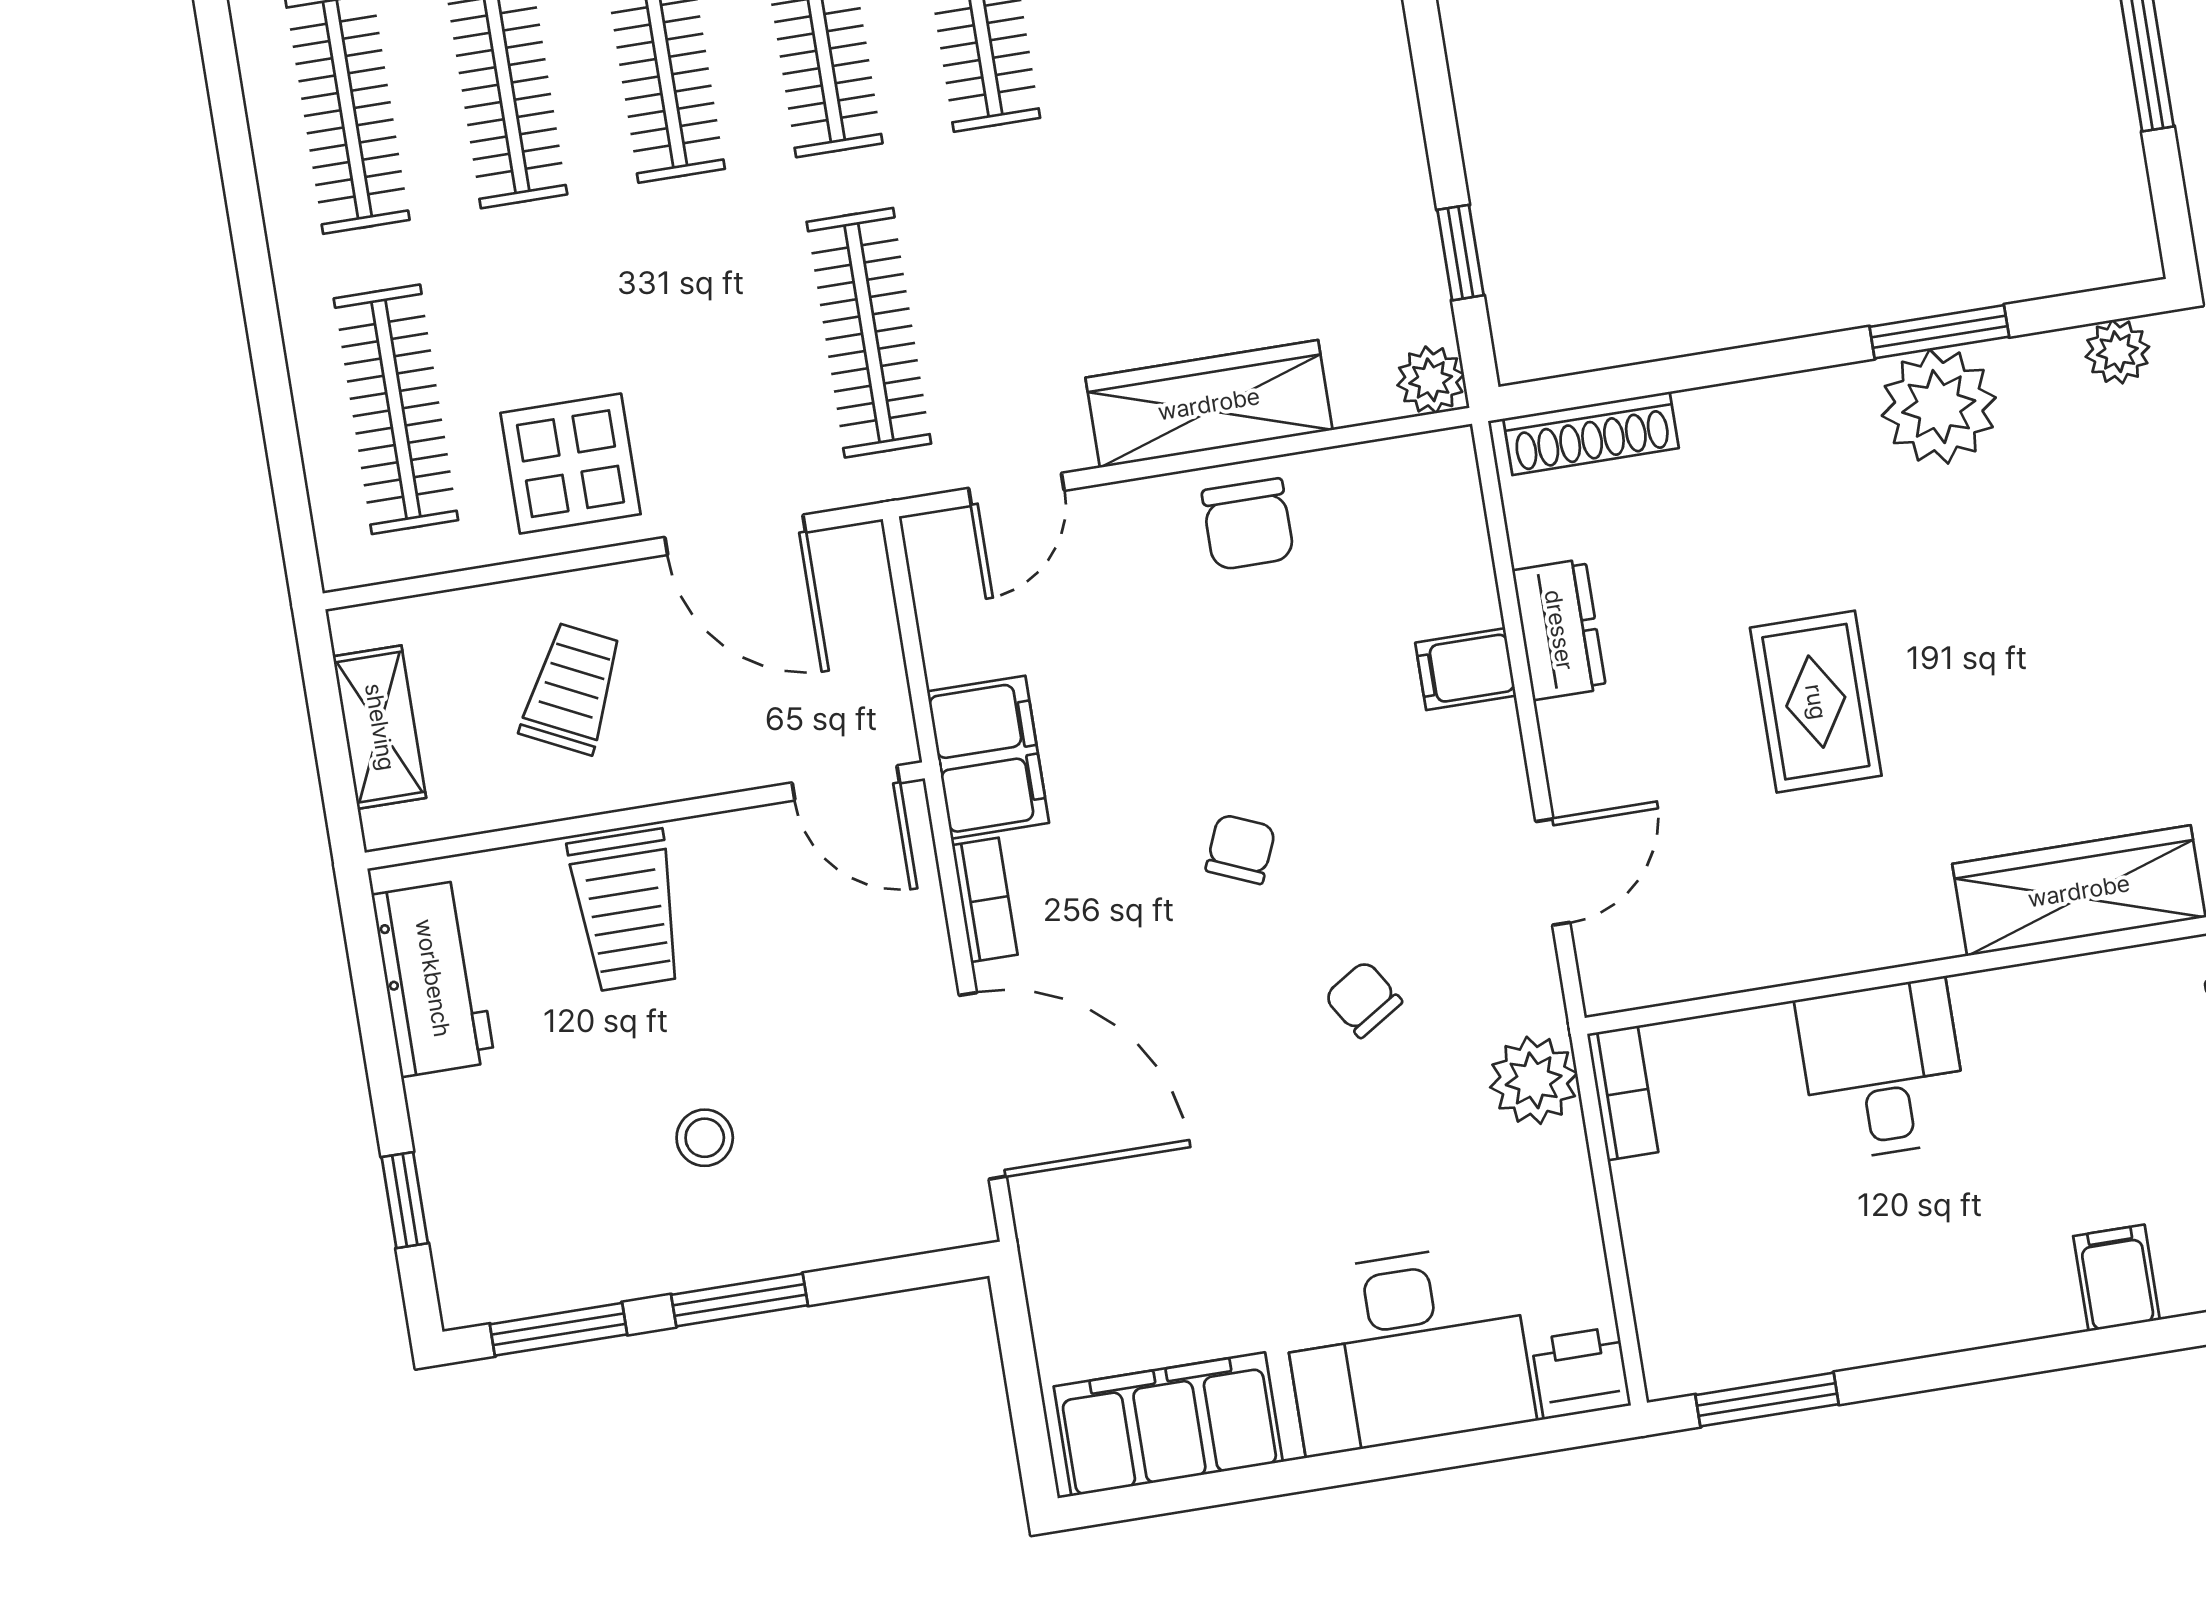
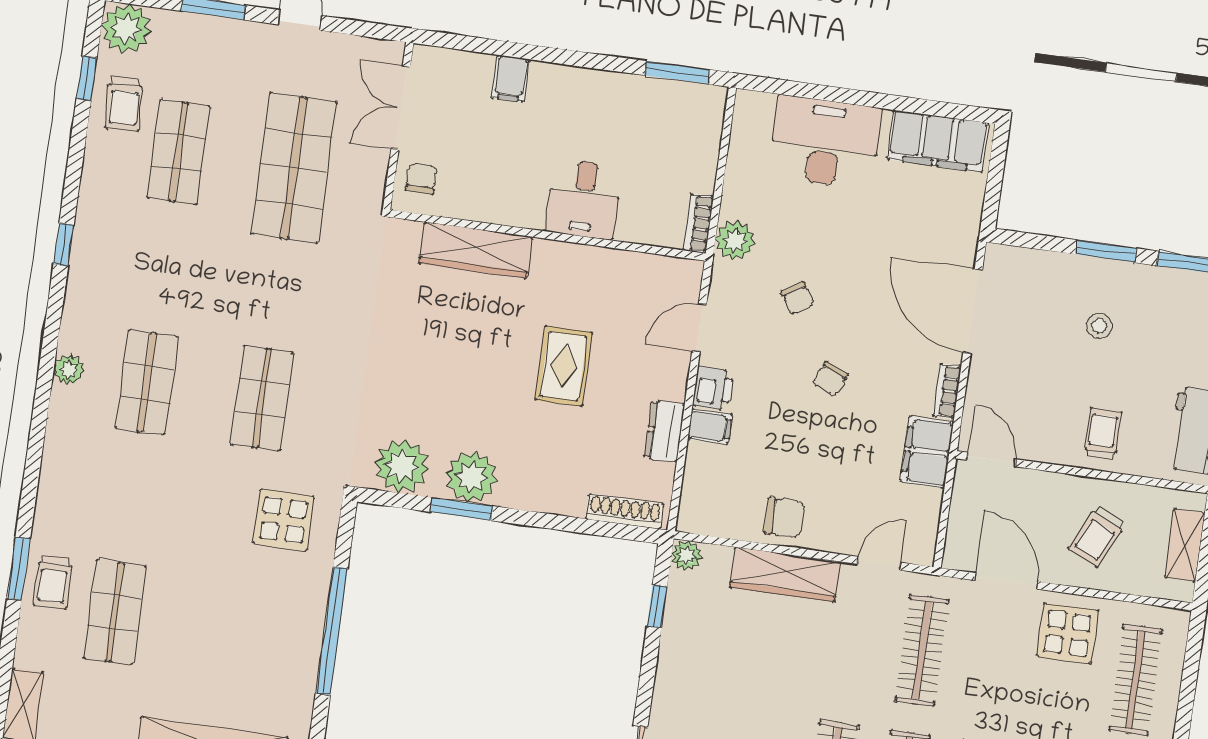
plant: (2117, 352) -> (402, 466), width x1.87, depth x1.87
chair: (1248, 524) -> (784, 518), turned 90
trolley: (626, 910) -> (1103, 434), width x0.73, depth x0.72
printer: (1581, 1373) -> (713, 388), moved, turned -90

